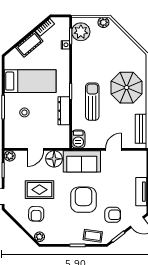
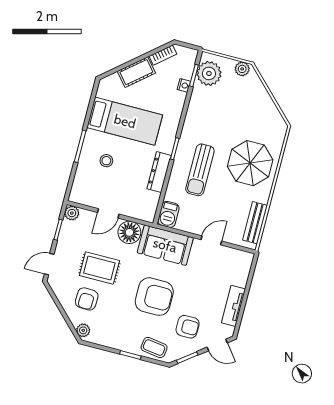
sun lounger: (92, 102) -> (200, 170), turned 180
armchair: (83, 200) -> (154, 297), turned 90

